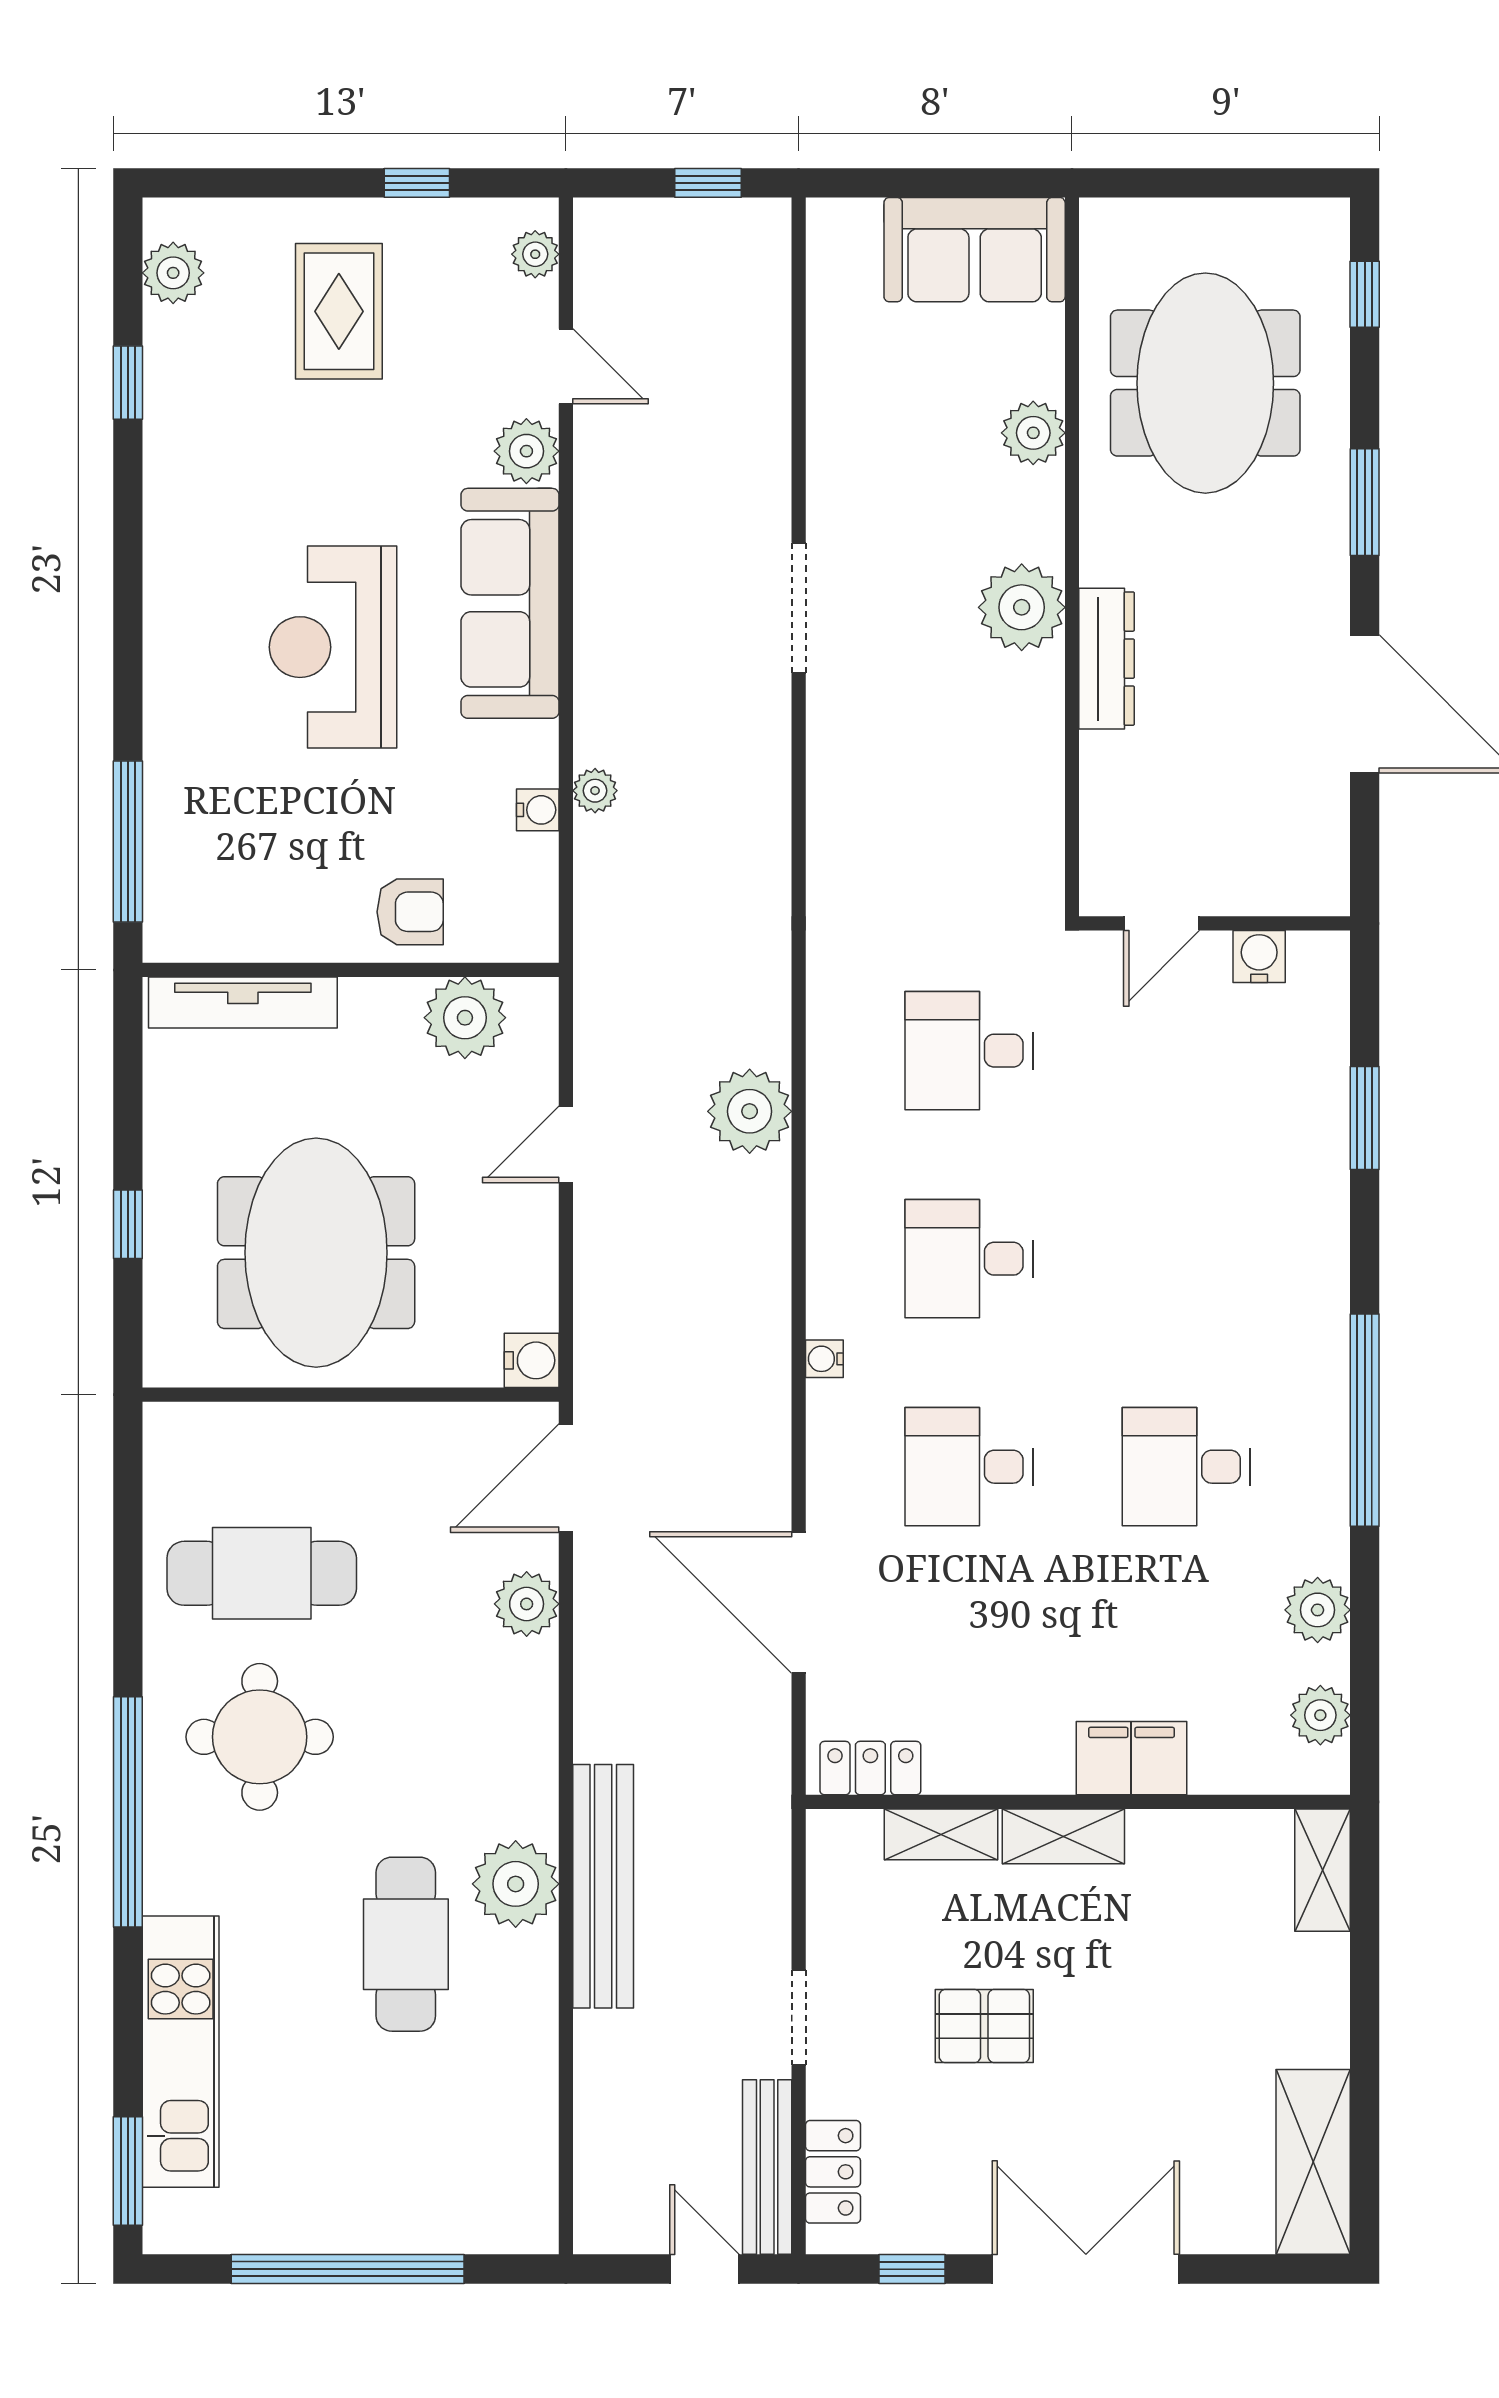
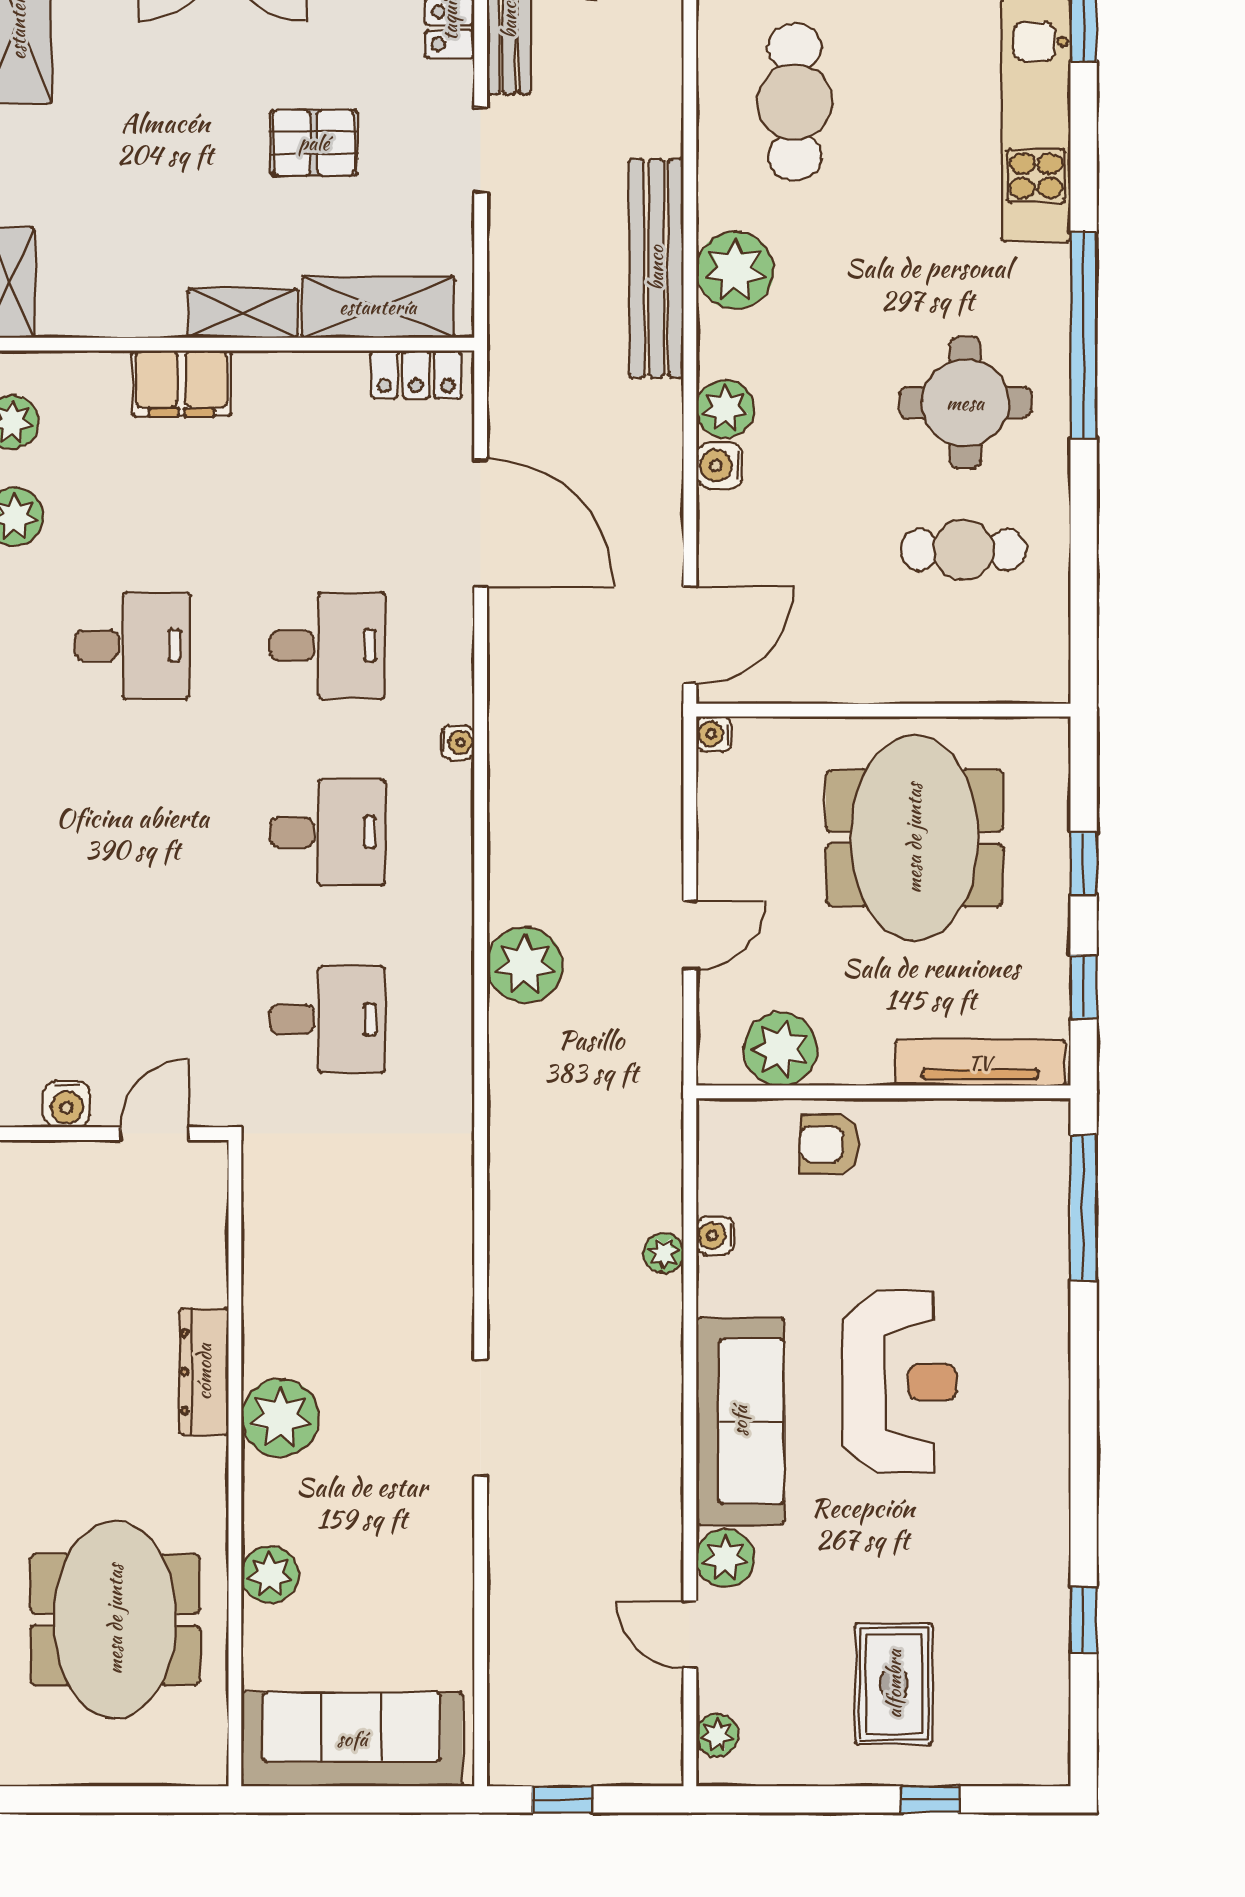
window: (417, 183) -> (930, 1799), moved
sofa: (975, 250) -> (352, 1739), width x1.36
plant: (173, 273) -> (1043, 1718), removed
window: (128, 1087) -> (1084, 987), added
water cooler: (532, 1360) -> (714, 734), width x0.72, depth x0.72
cafe table: (262, 1573) -> (963, 550), width x0.73, depth x0.74
plant: (527, 1604) -> (725, 409), moved
water cooler: (533, 1667) -> (720, 465), added
shelving: (941, 1834) -> (378, 307), width x1.50, depth x1.33
cafe table: (406, 1944) -> (795, 102), moved

